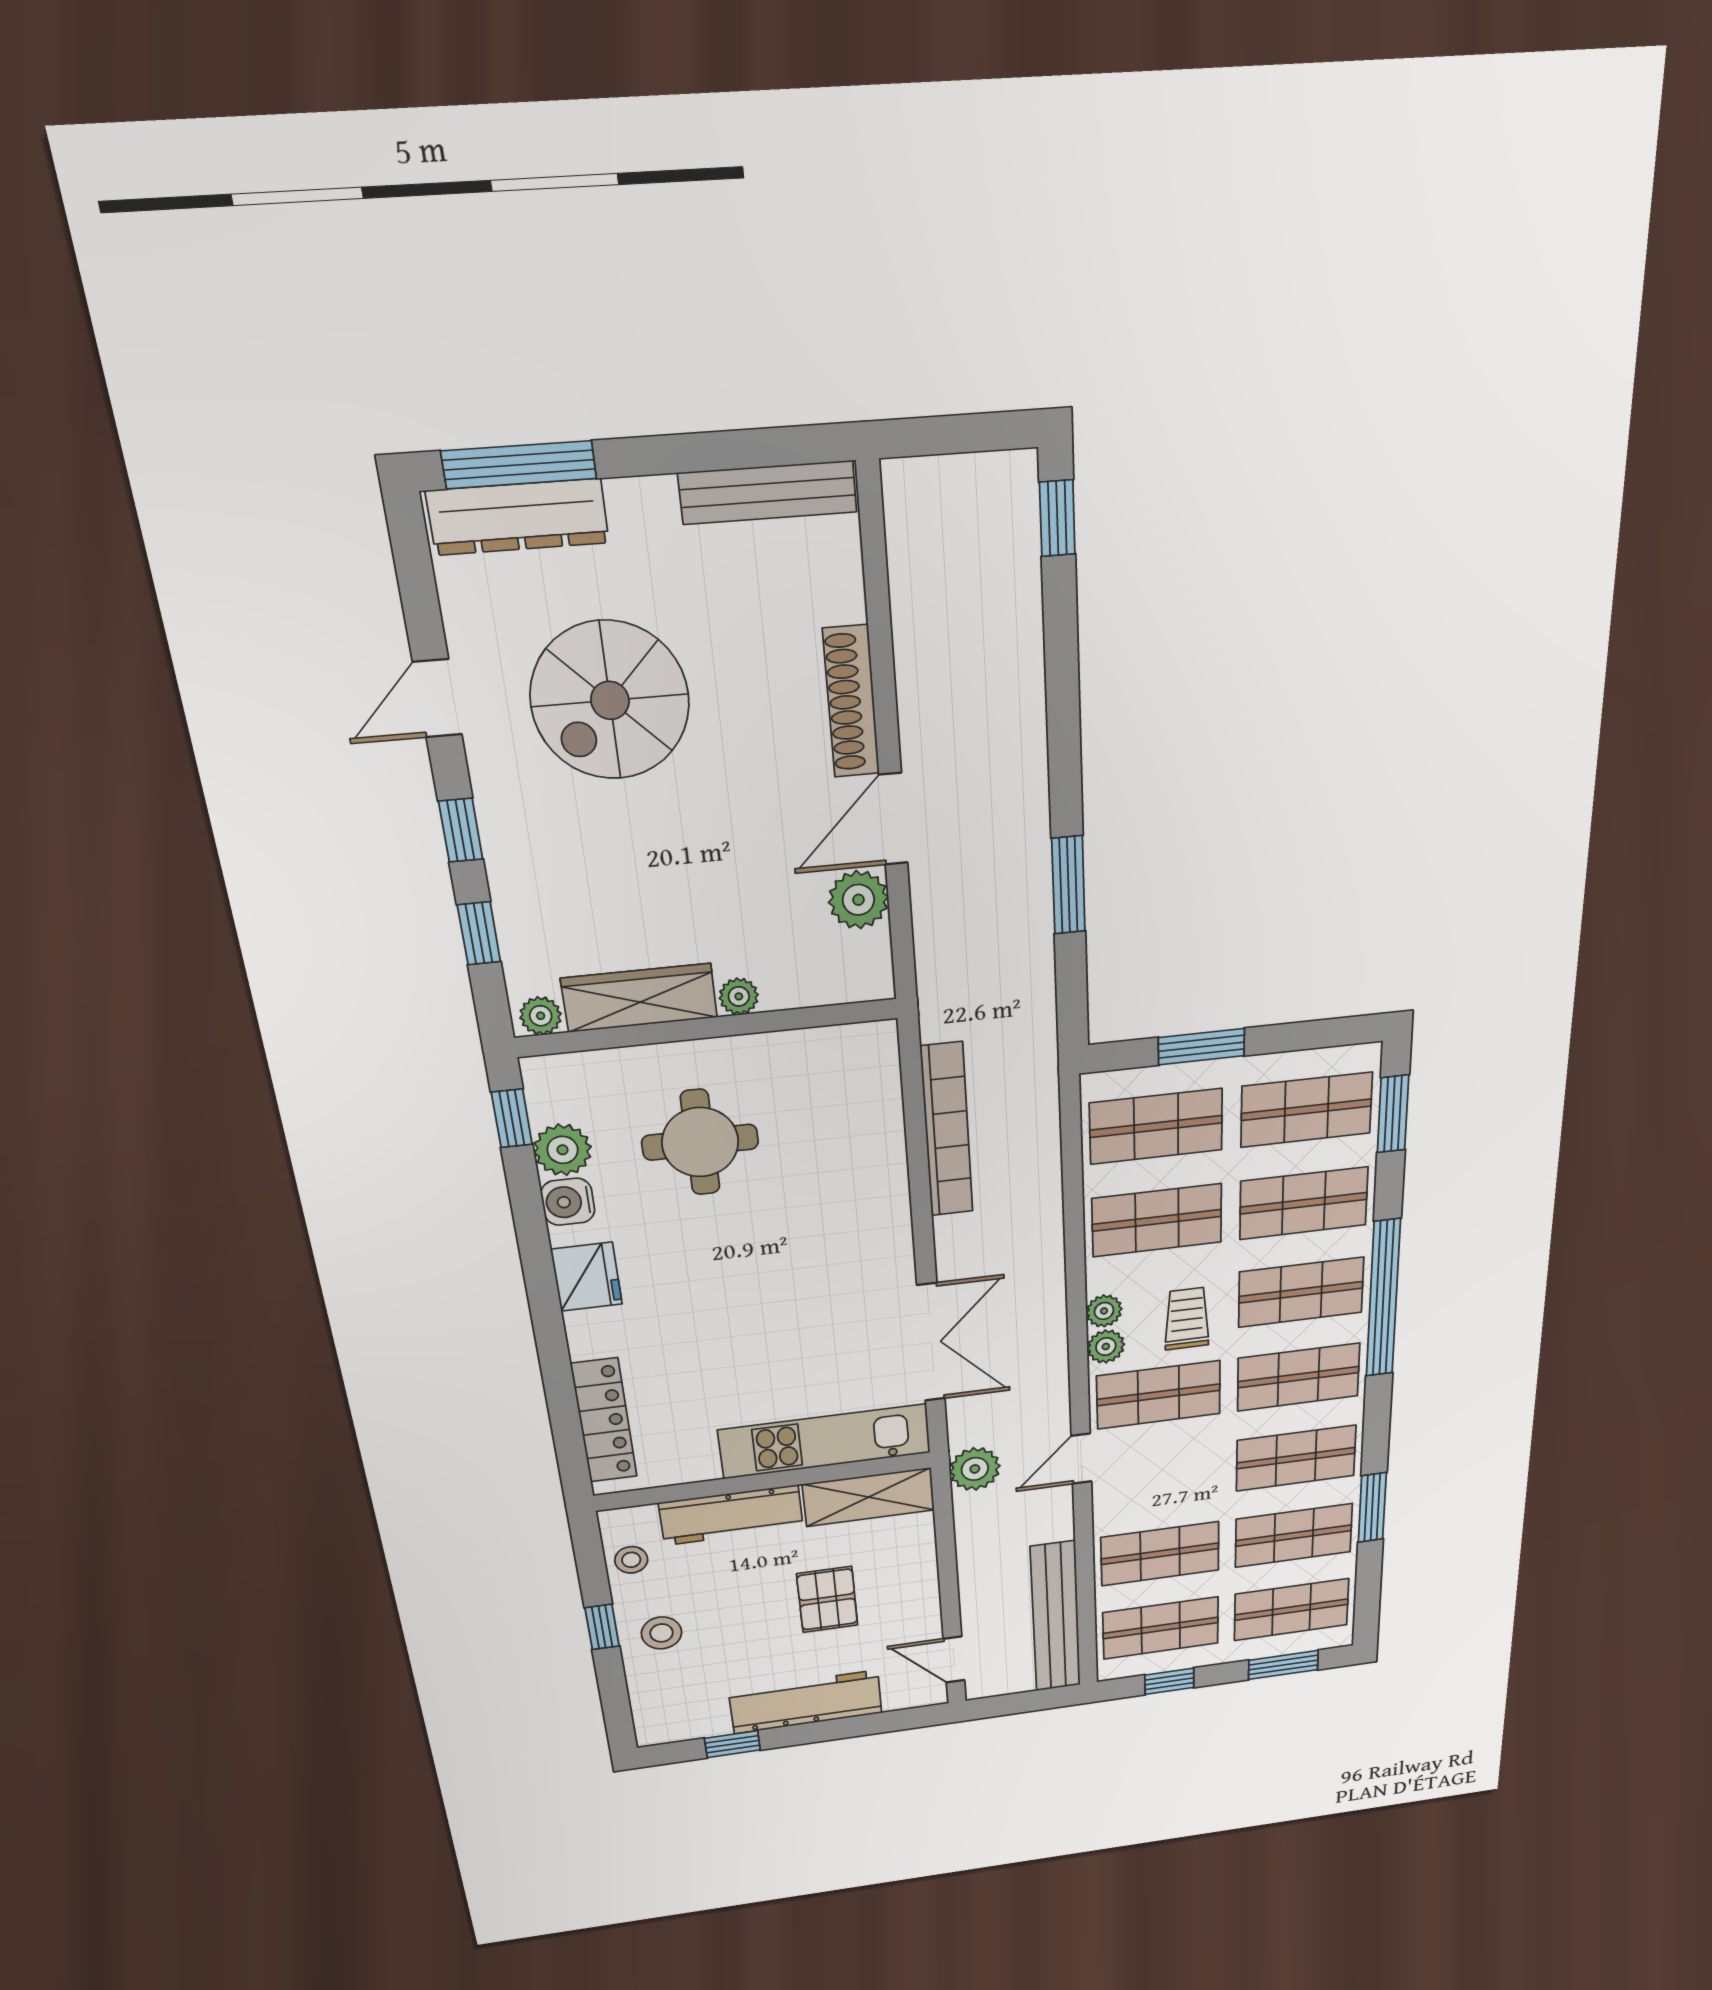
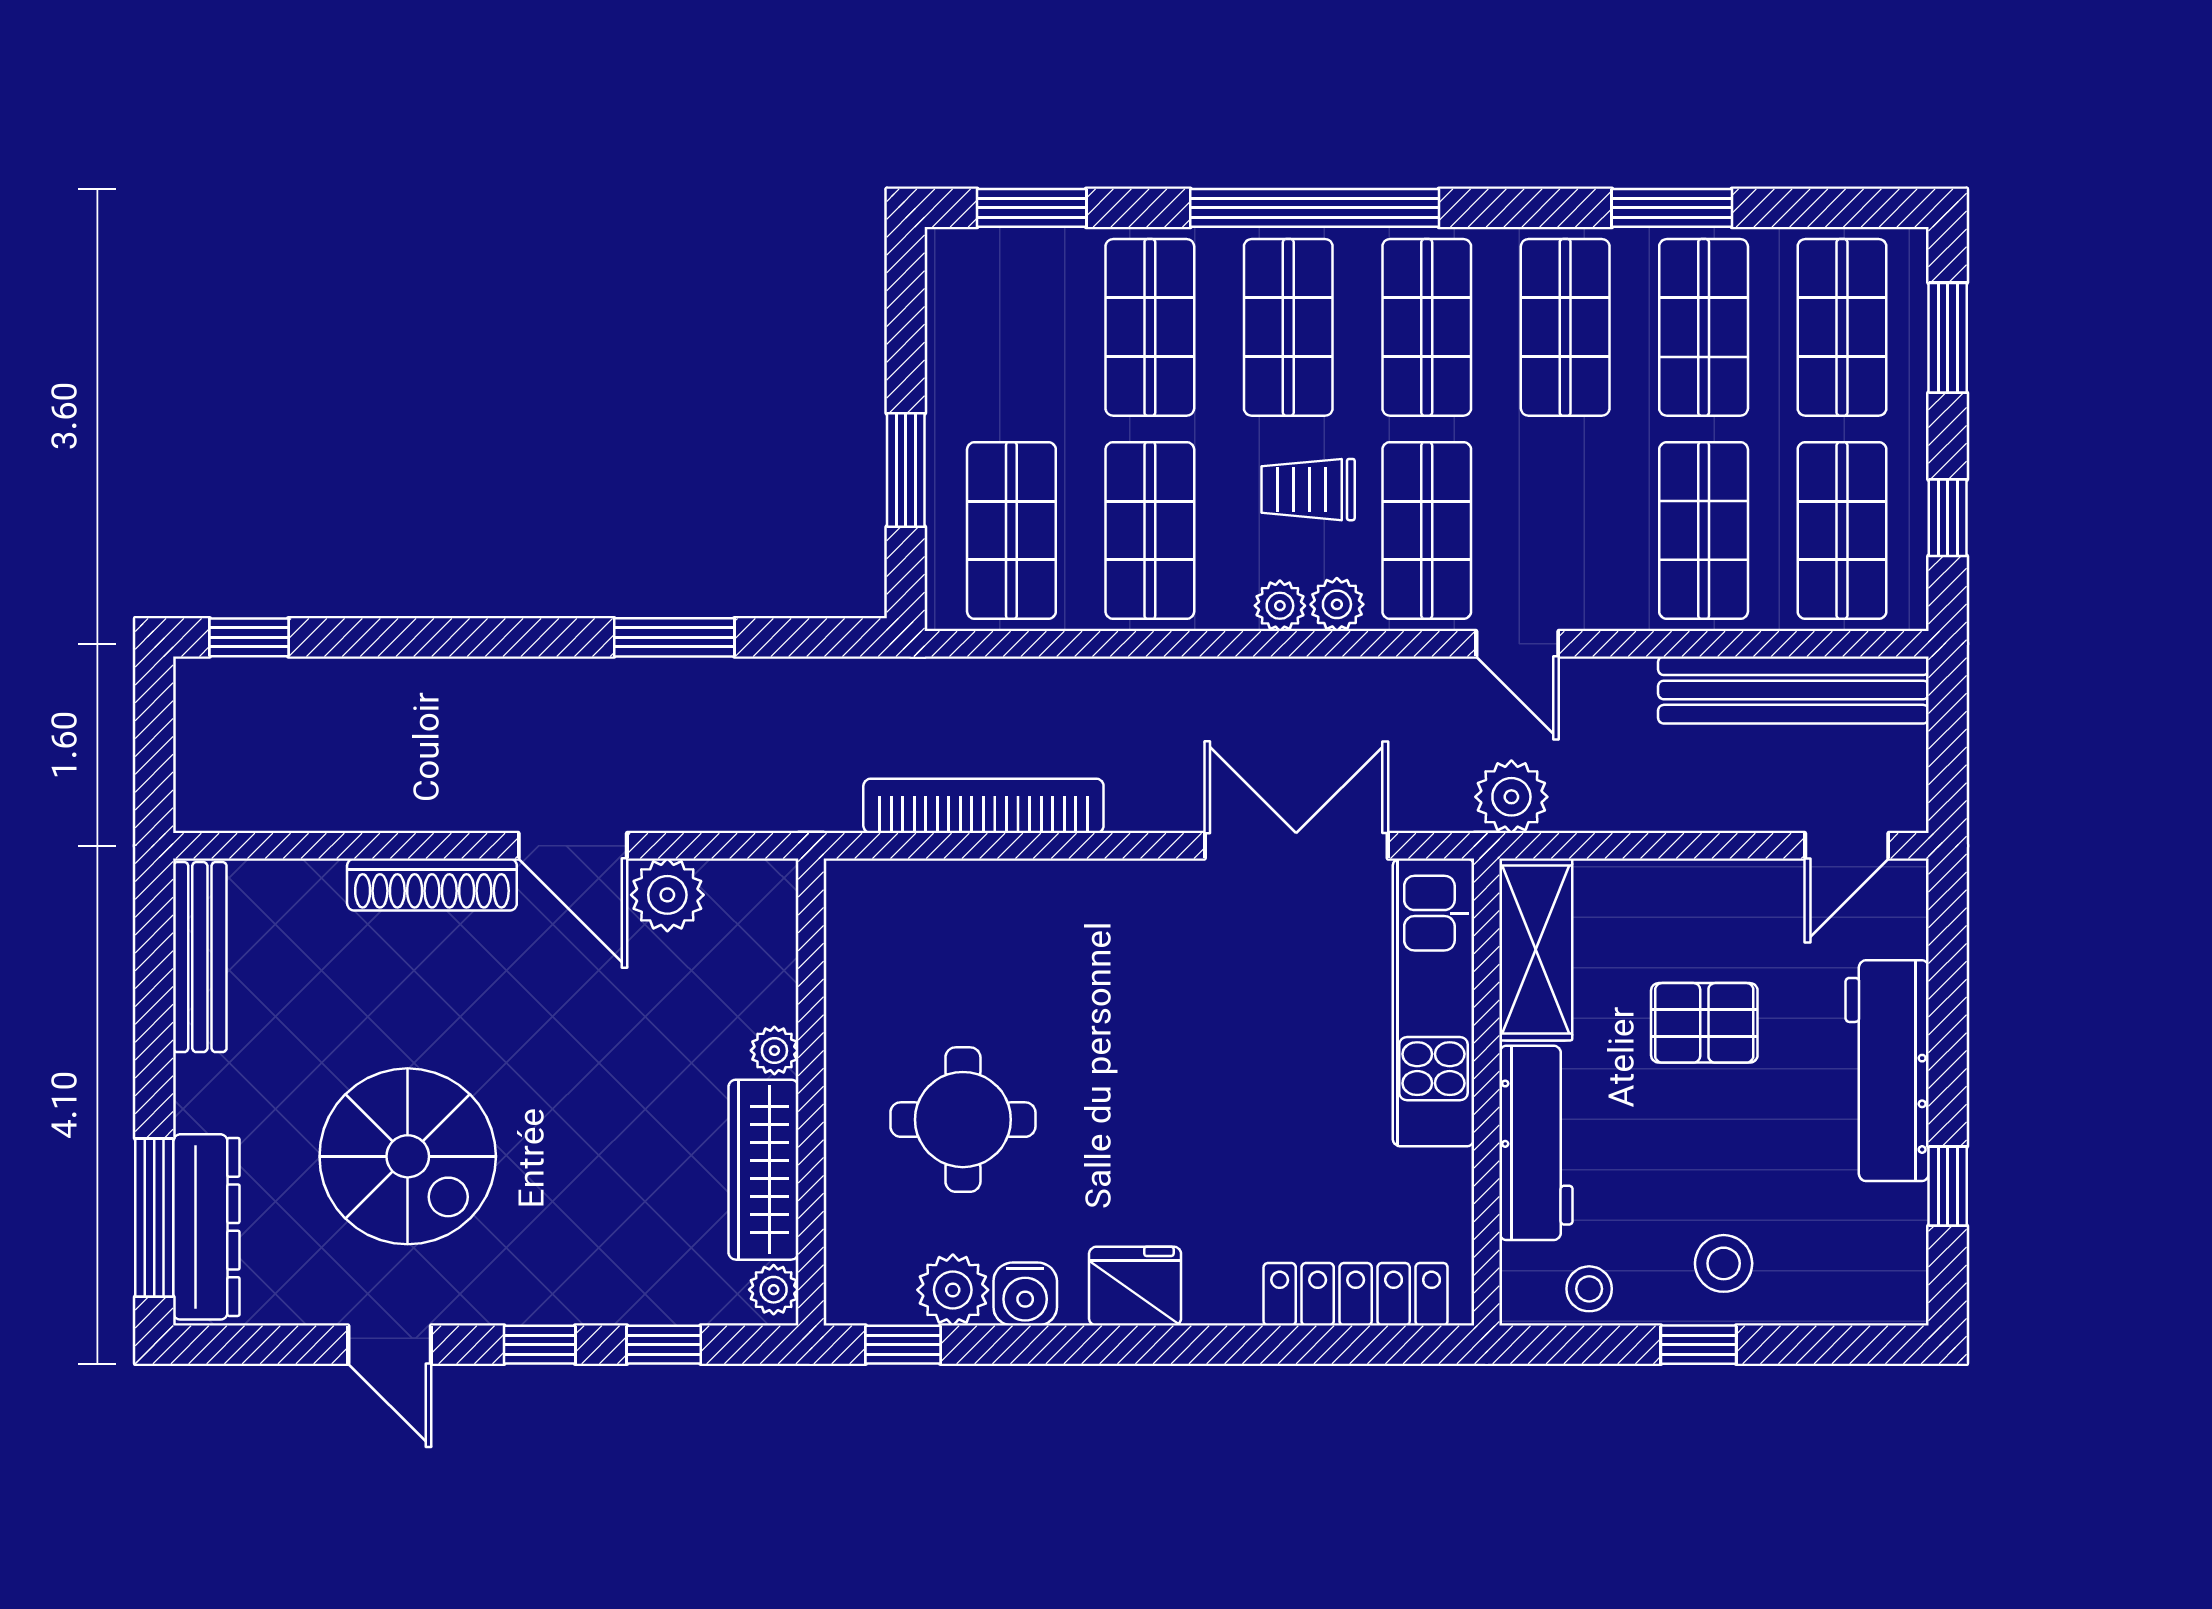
shop shelf: (1306, 1110) -> (1011, 327), removed

